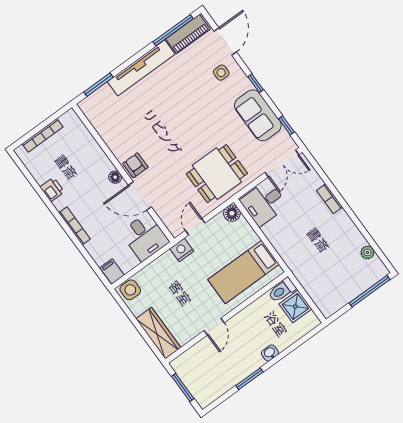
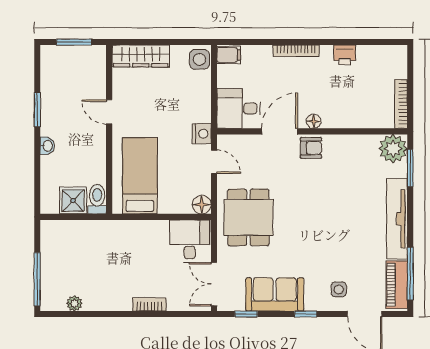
plant: (94, 107) -> (393, 149), added
bookcase: (43, 135) -> (401, 104), moved

